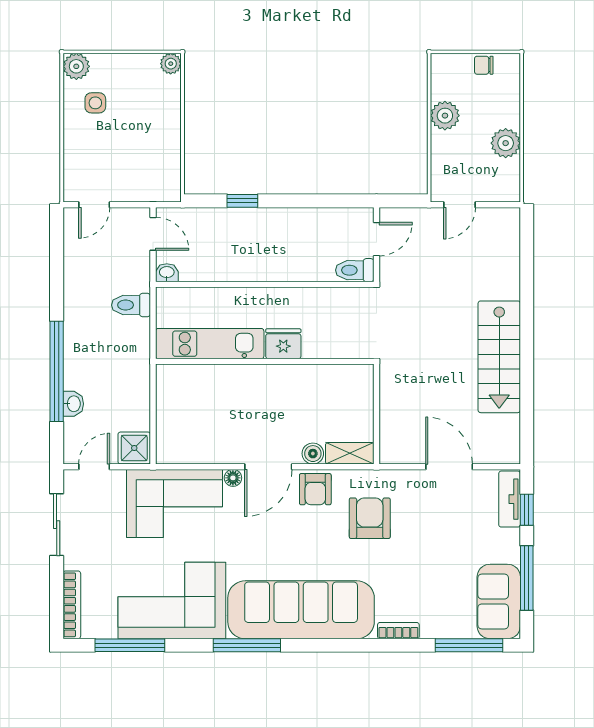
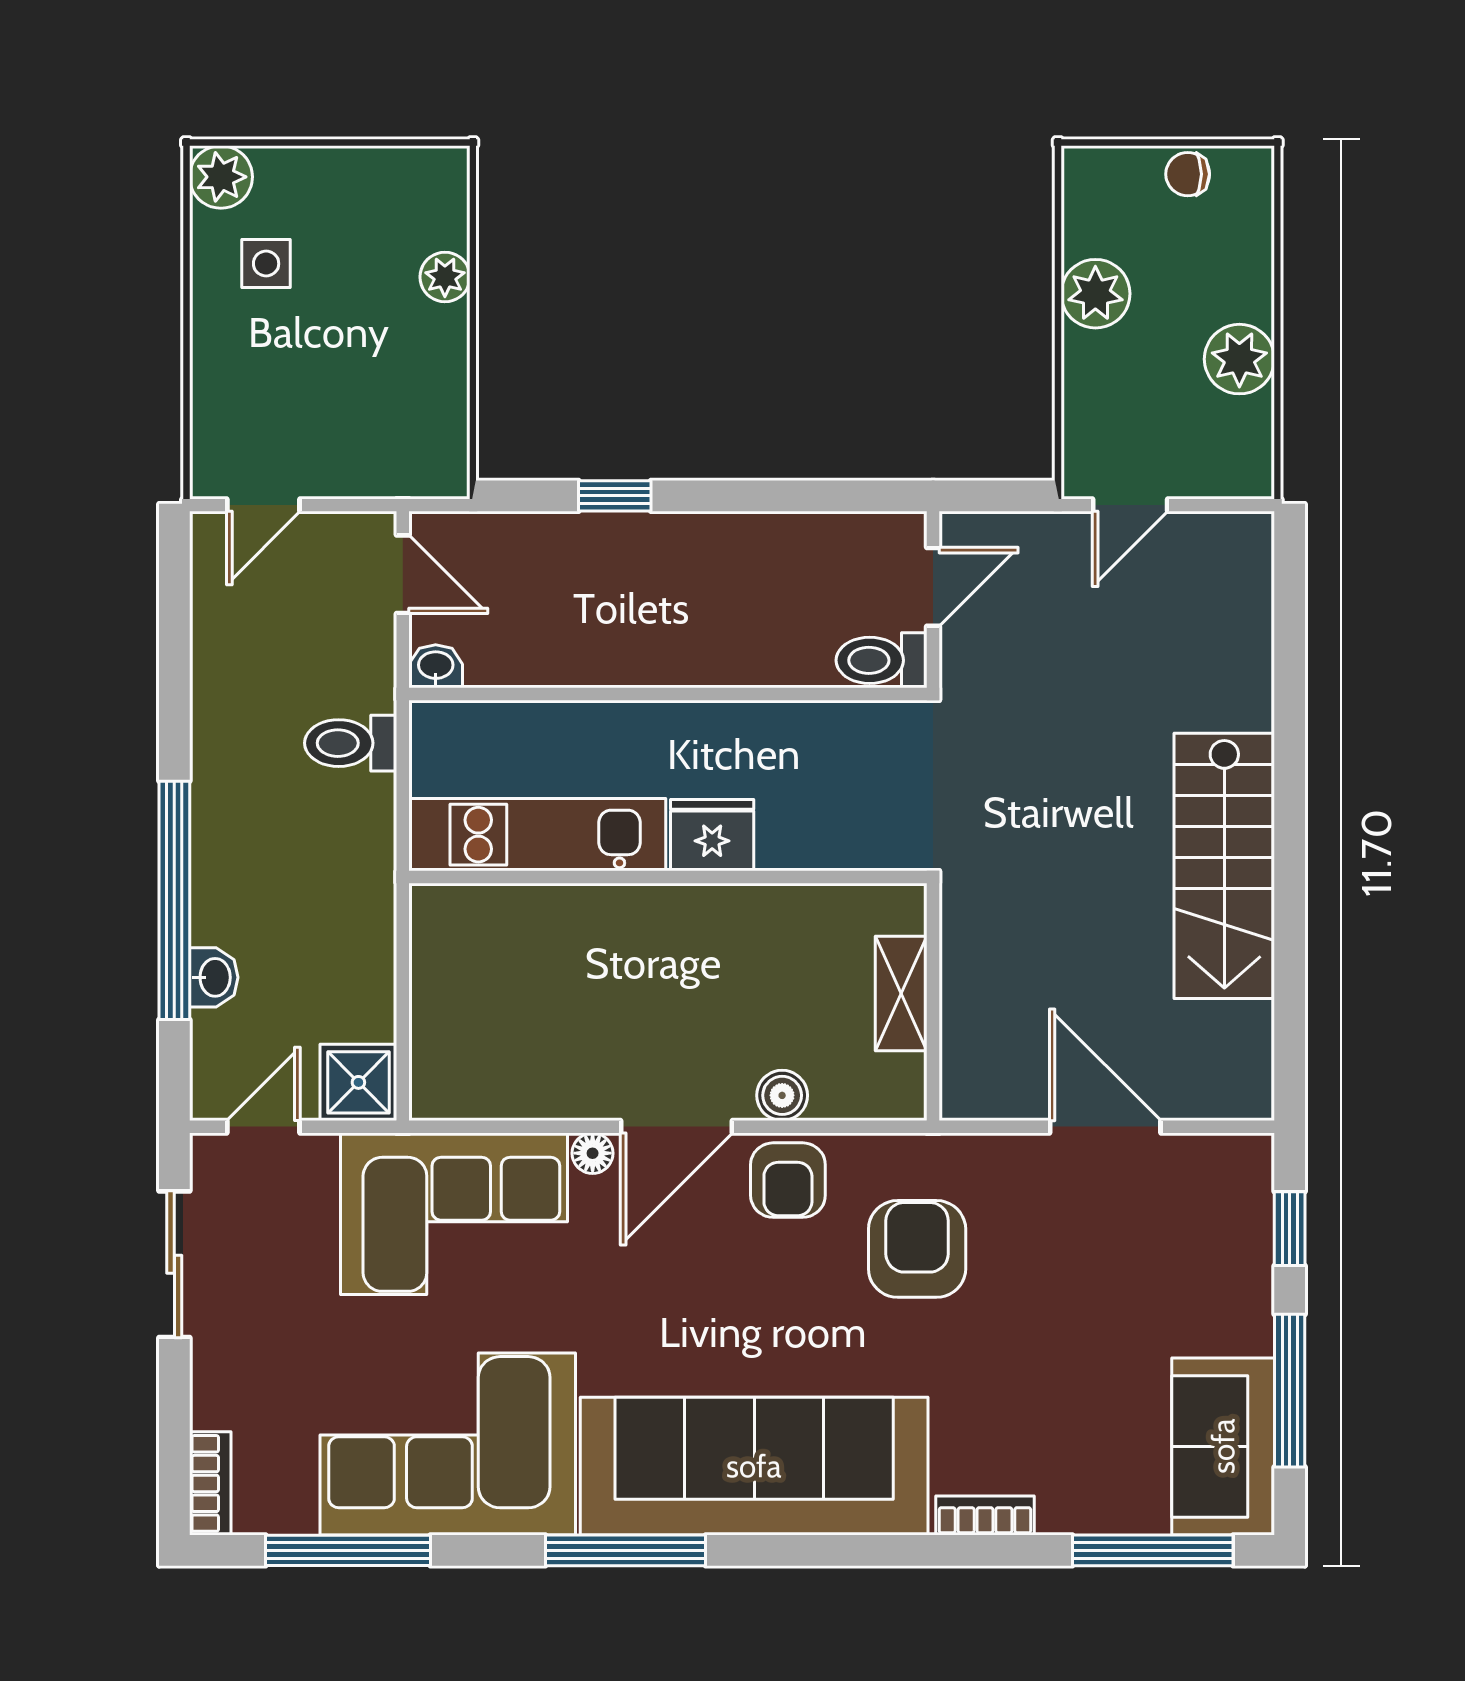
plant: (171, 64) -> (445, 277), moved
shelving: (350, 453) -> (901, 993), moved, turned 90
tv unit: (510, 499) -> (1249, 1203), removed
bookcase: (72, 605) -> (210, 1483), width x0.64

